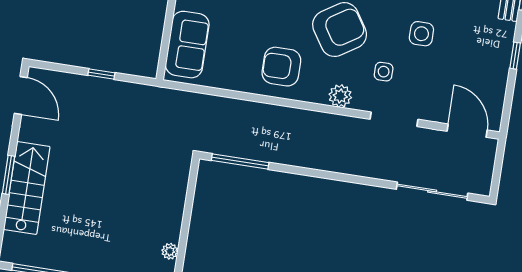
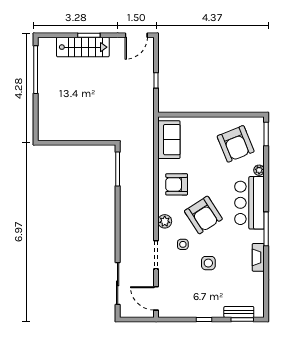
sofa: (187, 45) -> (169, 140), moved, turned -90
armchair: (281, 67) -> (177, 184), turned -90
door: (467, 131) -> (156, 298), swing flipped
plant: (170, 251) -> (59, 136), removed

